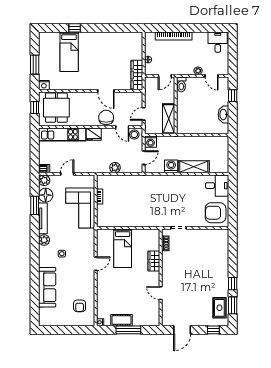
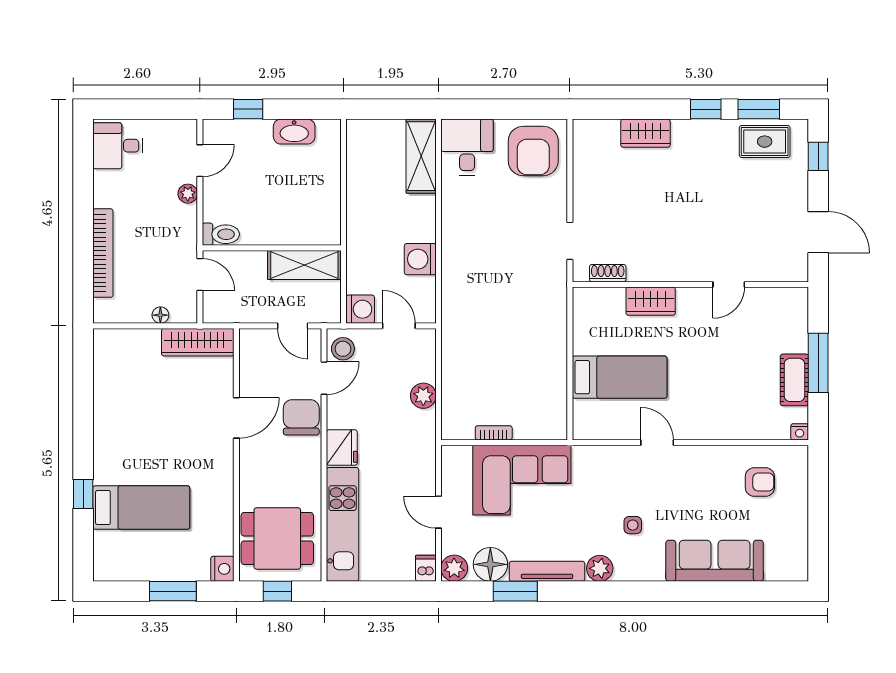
chair: (106, 117) -> (301, 417), turned 90
shelving: (194, 167) -> (421, 156), moved
wardrobe: (223, 259) -> (645, 133), added

